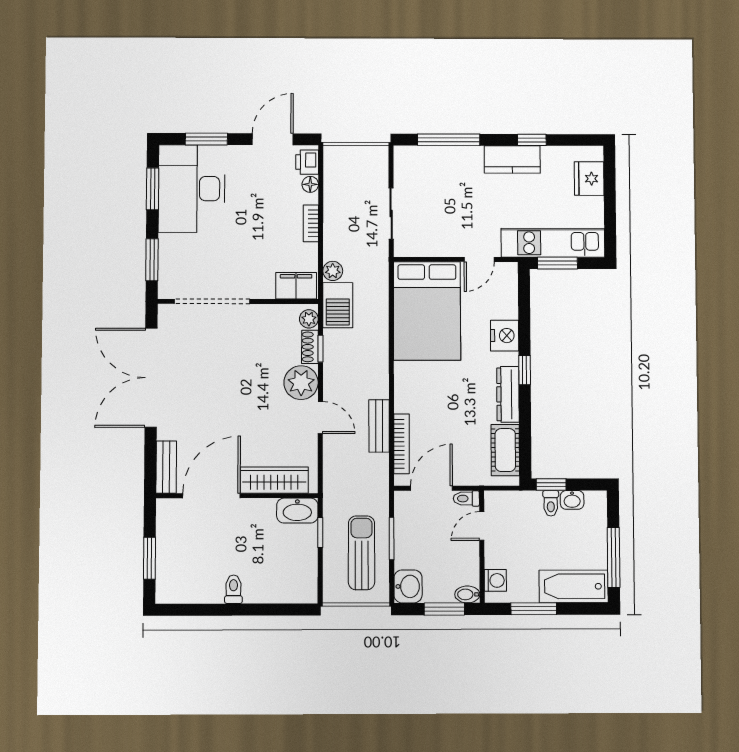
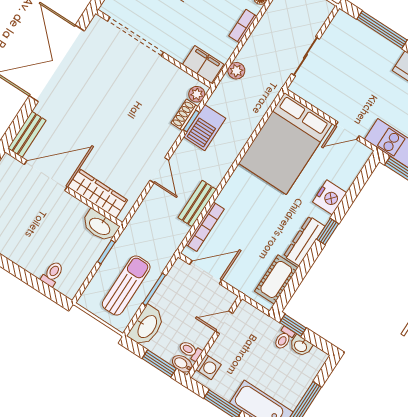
barbecue: (338, 305) -> (205, 128), moved
plant: (301, 383) -> (162, 136), removed
toilet: (466, 499) -> (190, 351), moved
washbasin: (408, 586) -> (147, 326), width x1.38
toilet: (233, 589) -> (52, 274), moved

